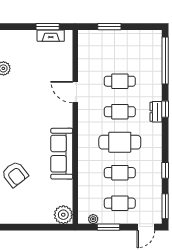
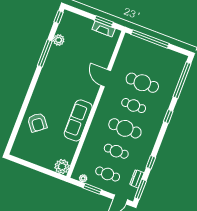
window: (109, 27) -> (150, 39), width x2.11
cafe table: (120, 81) -> (142, 83), width x1.37, depth x1.35
dresser: (156, 112) -> (137, 179), moved

